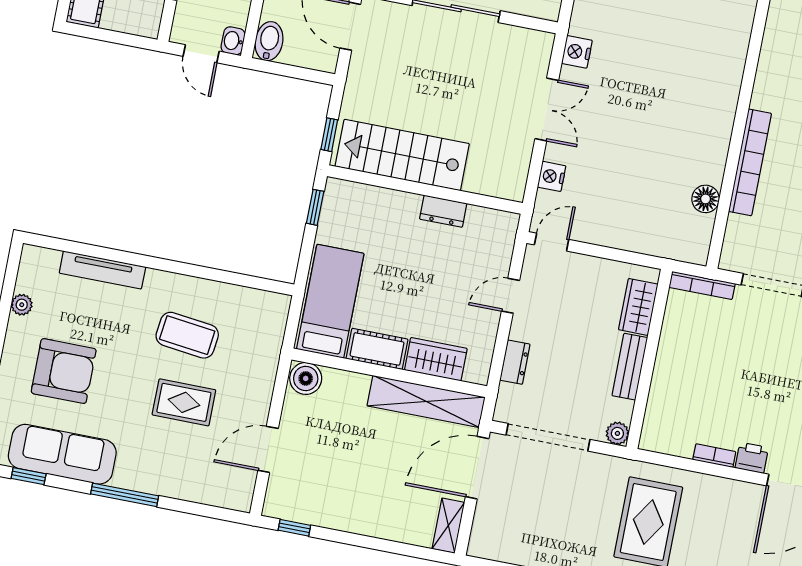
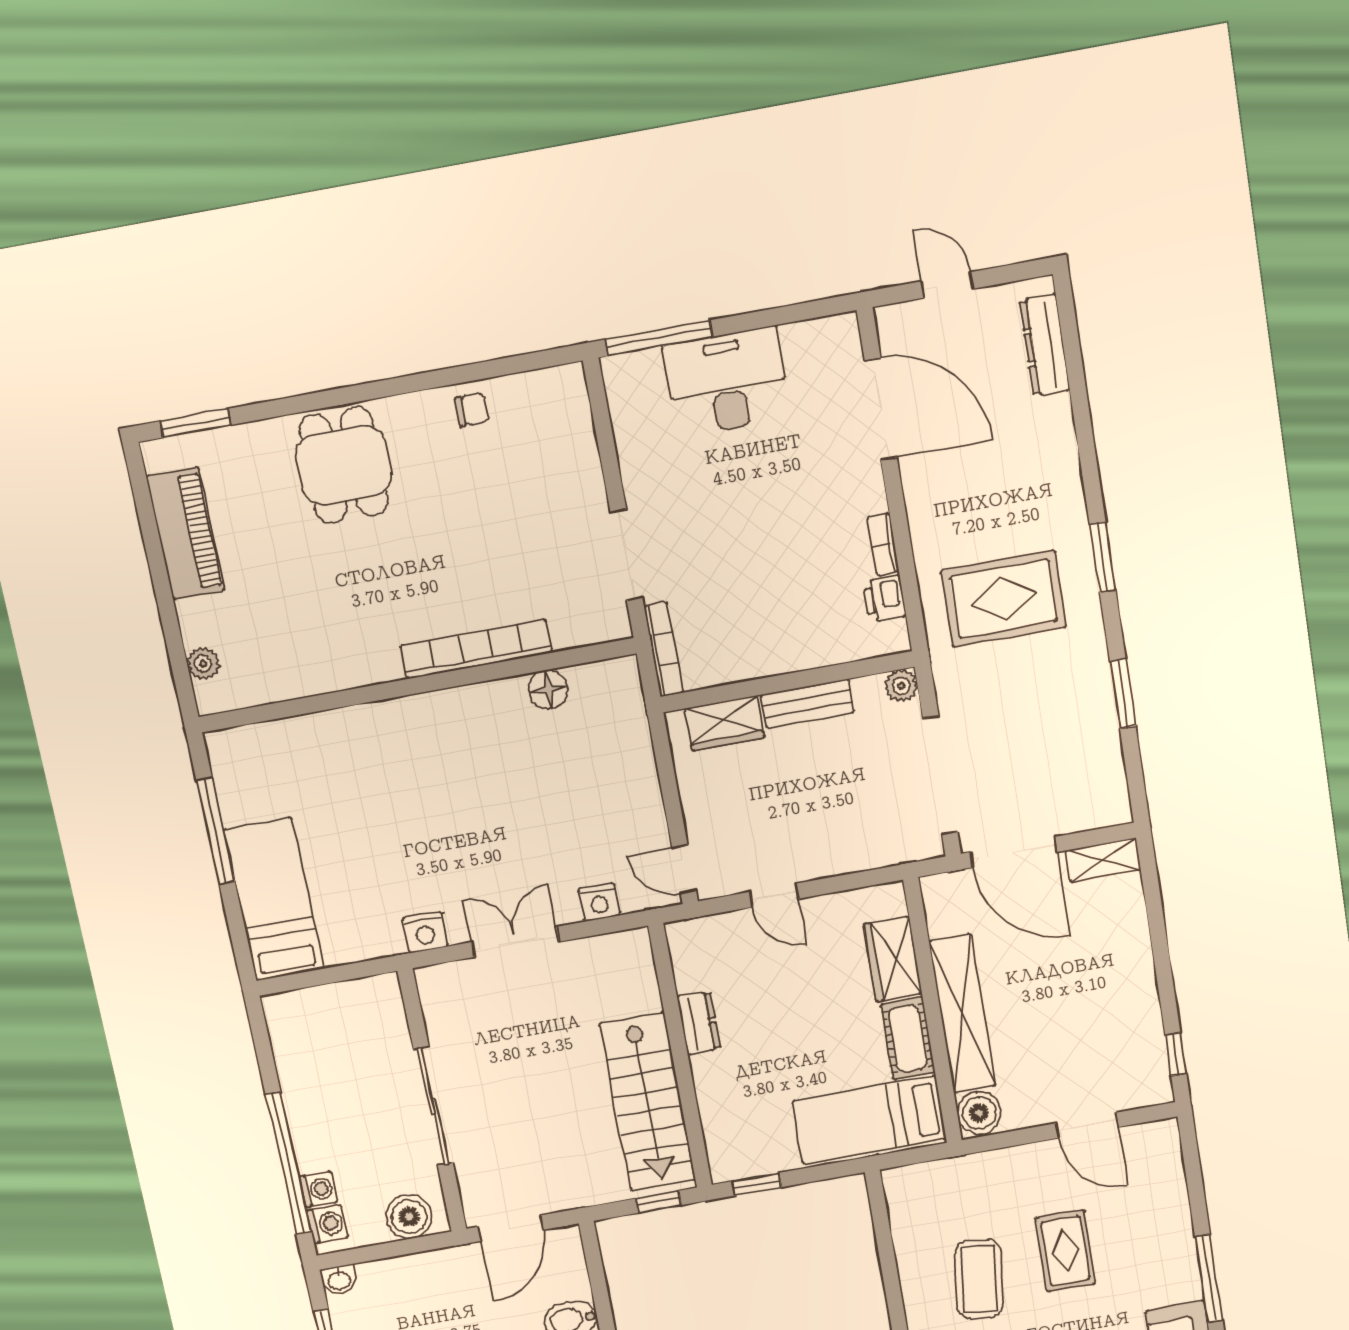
dresser: (515, 362) -> (858, 856), removed
shelving: (426, 401) -> (962, 1014), moved
printer: (752, 458) -> (885, 599), moved

